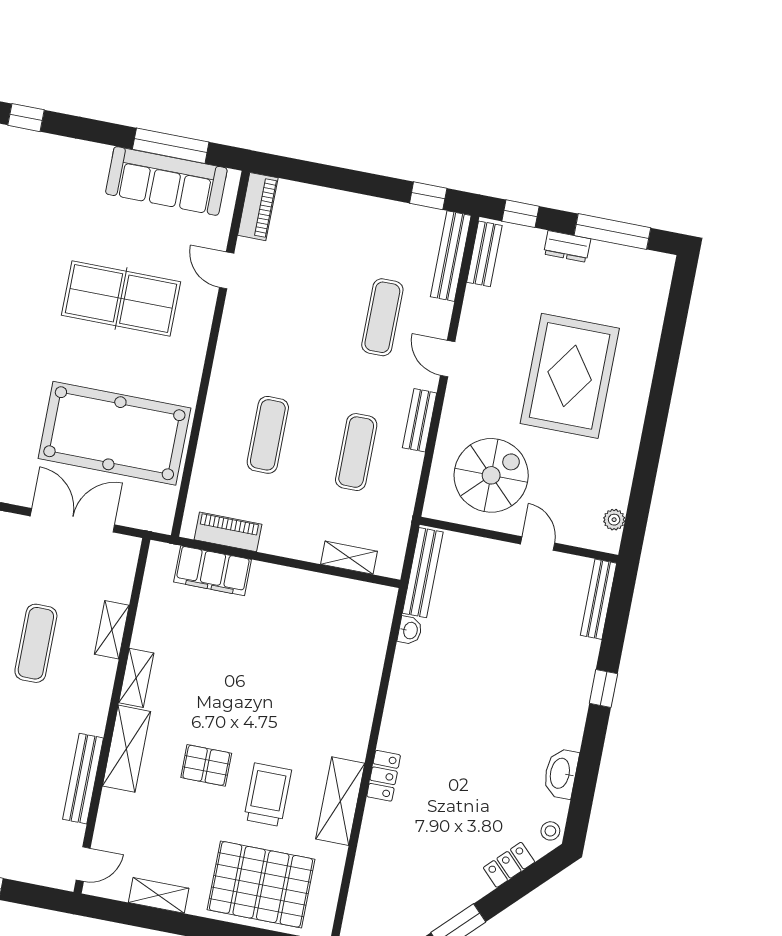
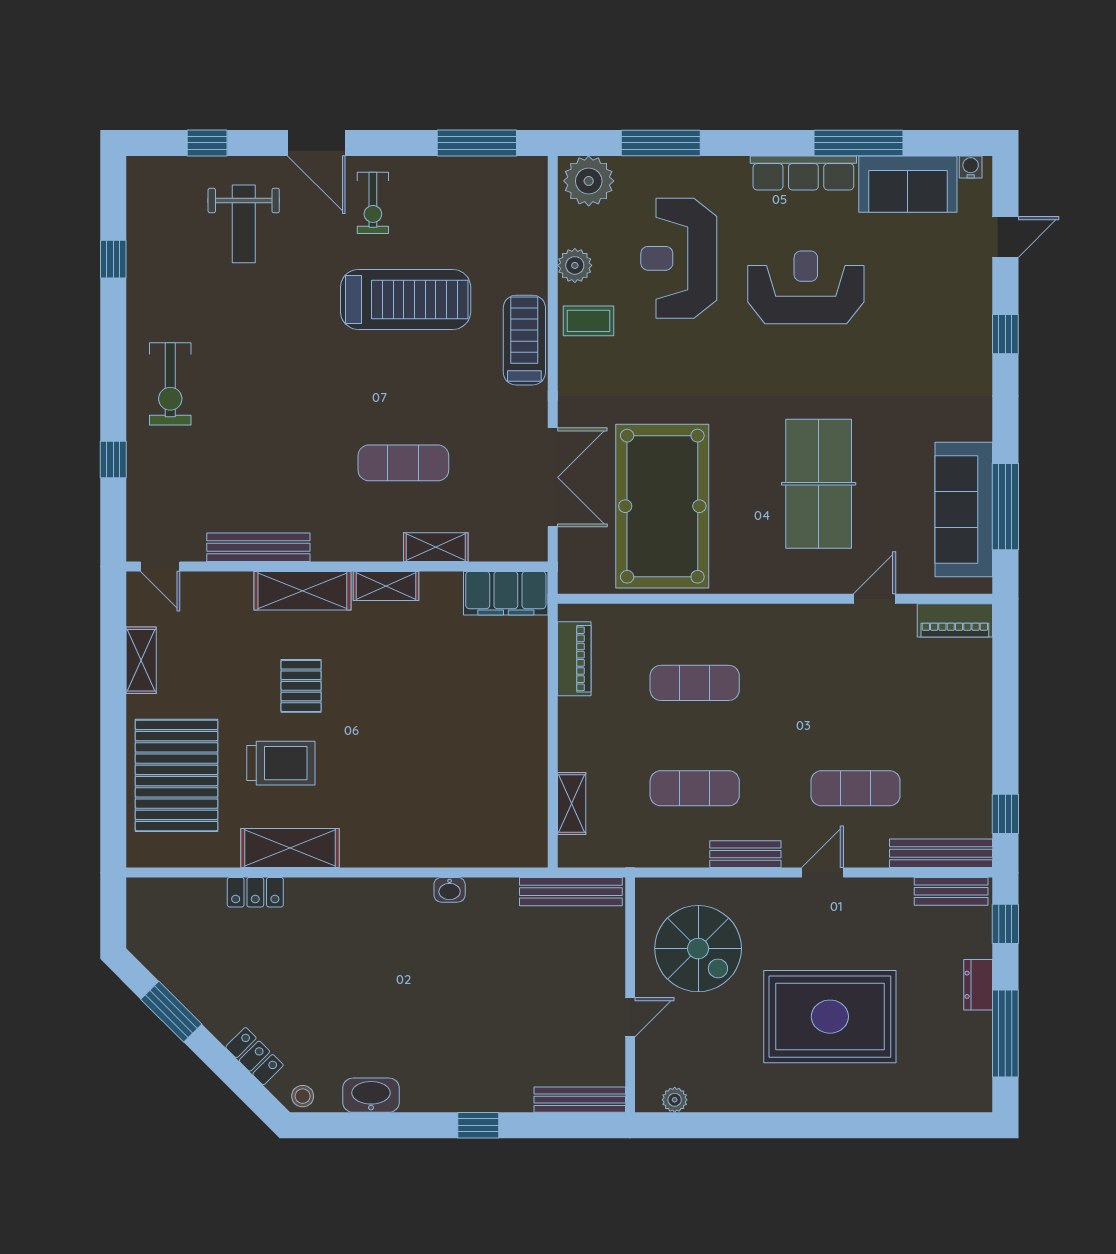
filing cabinet: (213, 571) -> (506, 593), moved, turned -90
washbasin: (410, 630) -> (450, 890), moved
locker: (384, 776) -> (255, 892), moved

